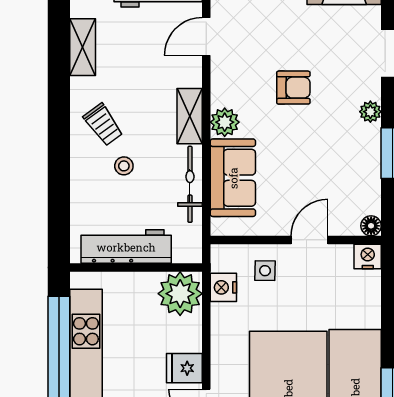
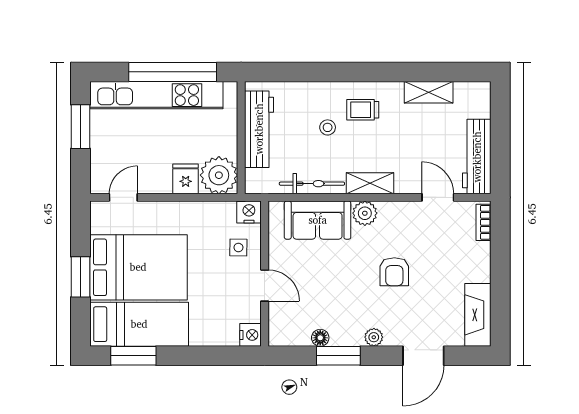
trolley: (103, 125) -> (363, 110), turned 36
floor lamp: (371, 226) -> (320, 338), moved
nightstand: (223, 287) -> (249, 212), moved
fridge: (184, 368) -> (186, 179), moved

